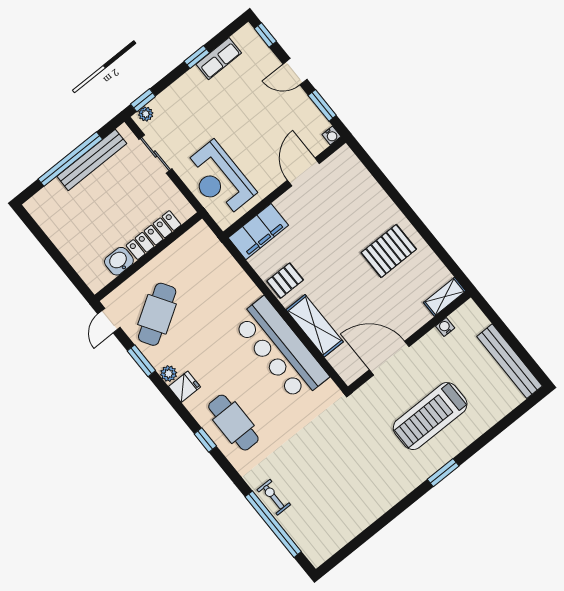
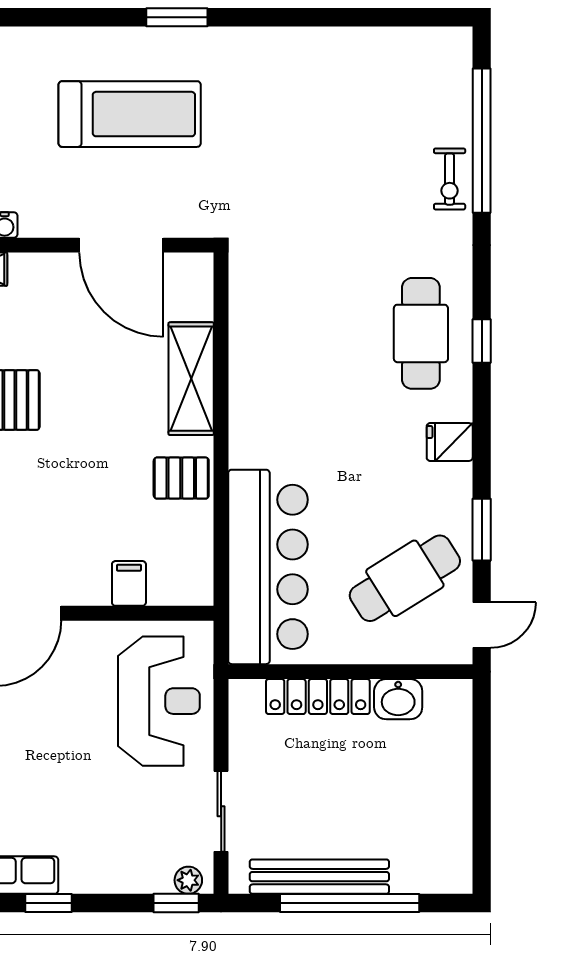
filing cabinet: (258, 232) -> (129, 583), width x0.33, depth x0.86
bar counter: (280, 349) -> (268, 567), moved
plant: (169, 374) -> (457, 479), removed

